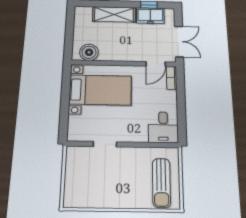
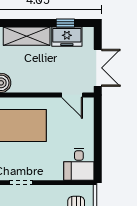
door: (156, 64) -> (72, 95), hinge flipped
bookcase: (172, 78) -> (89, 110), removed

